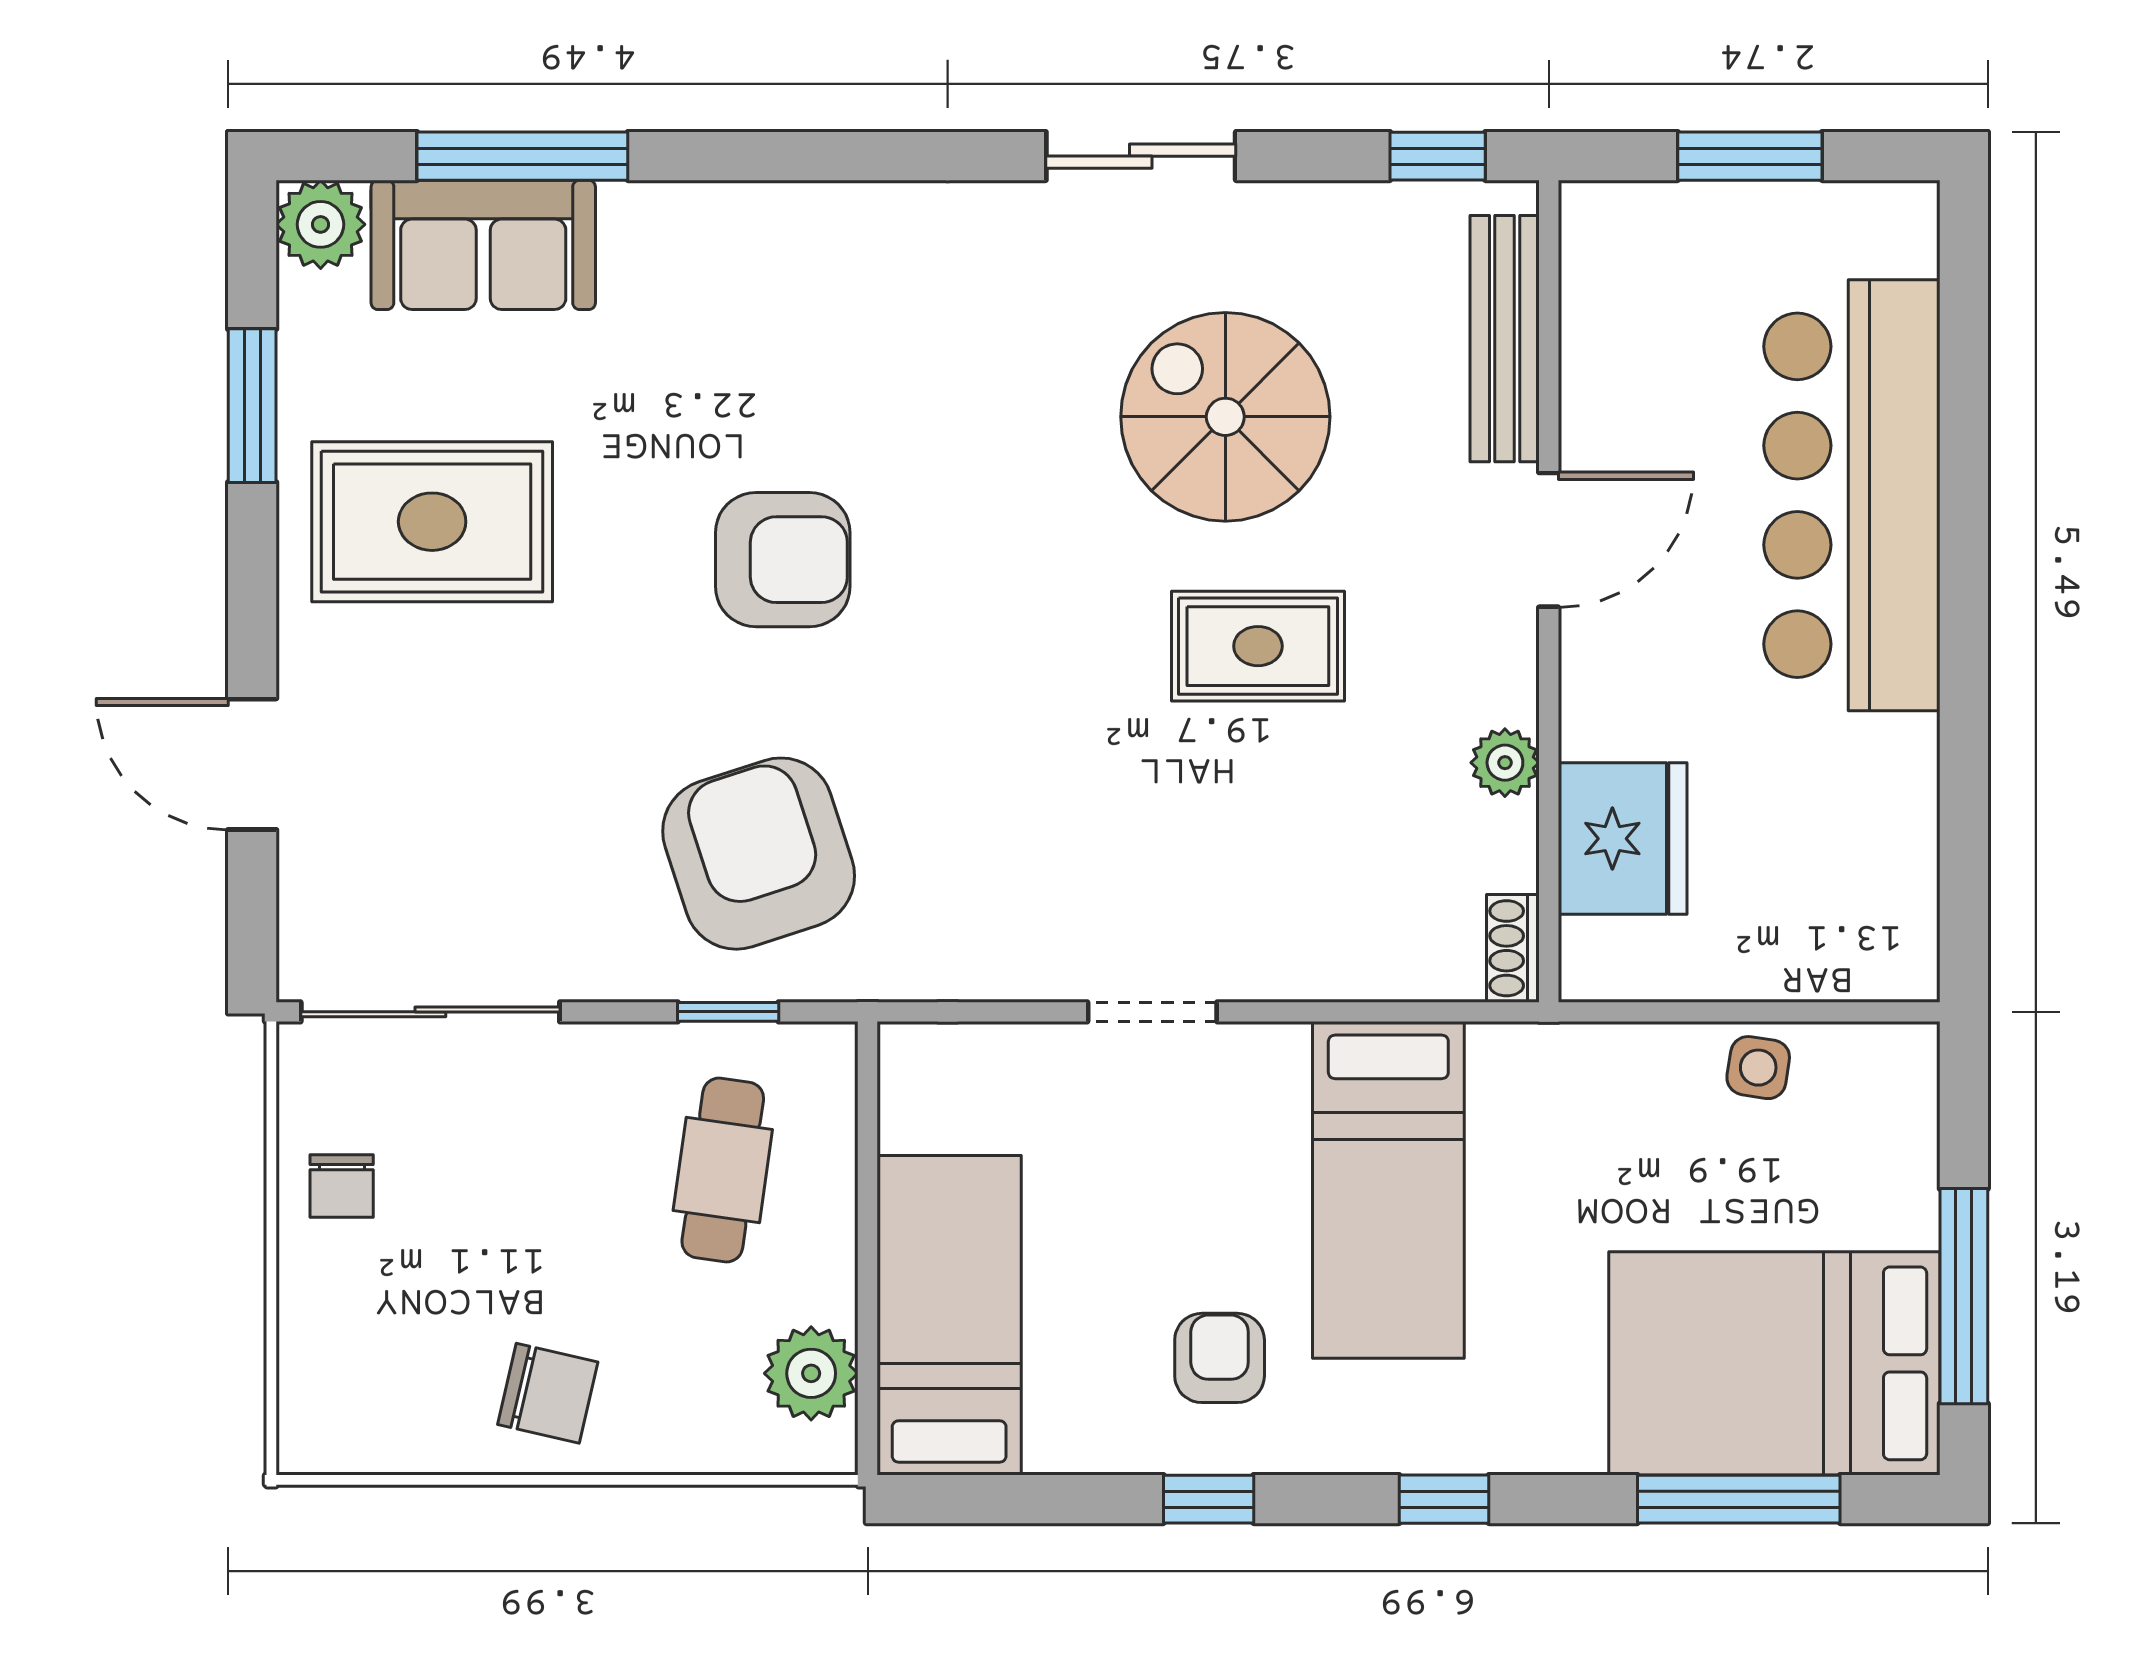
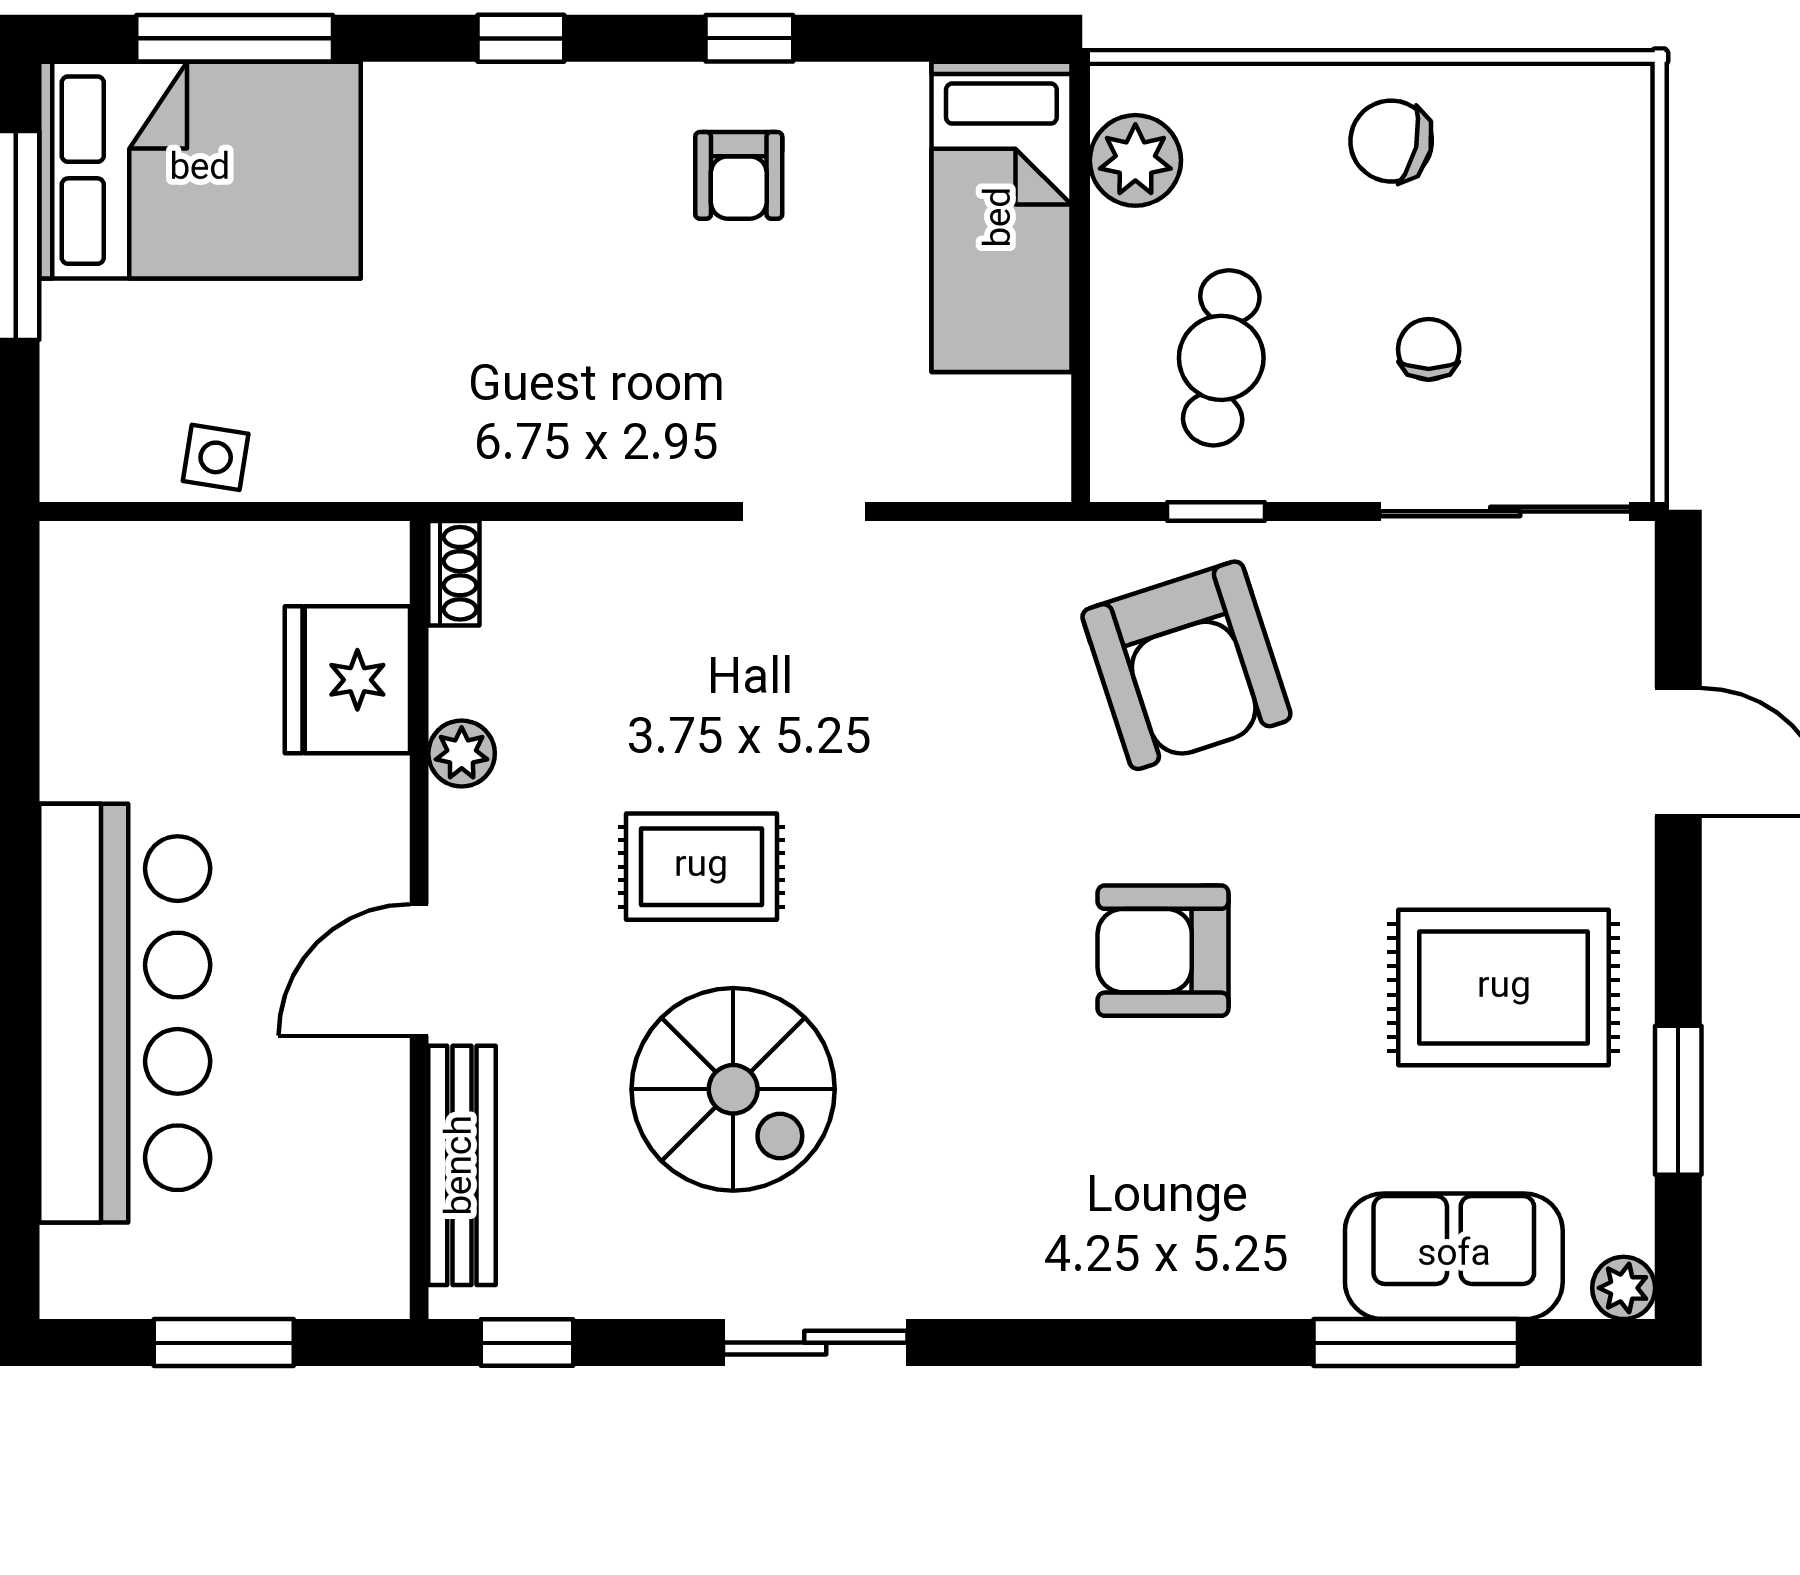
plant: (321, 224) -> (1624, 1288), width x0.73, depth x0.73
chair: (342, 1186) -> (1429, 349), moved
bed: (1388, 1190) -> (575, 338), removed

